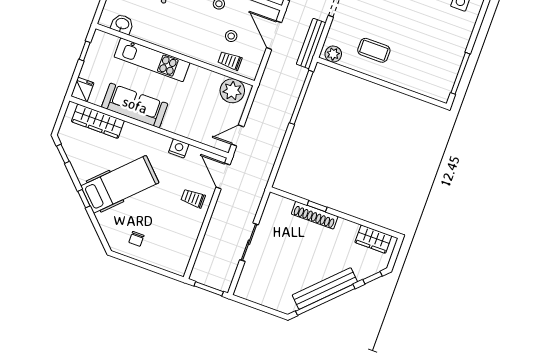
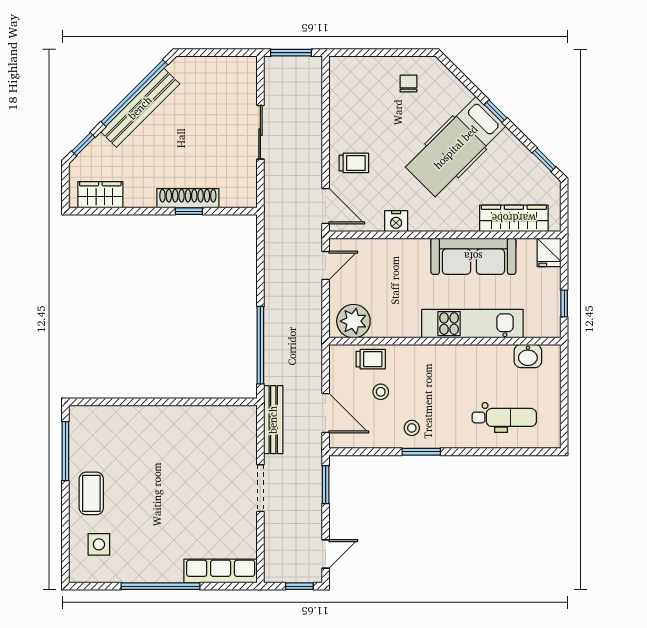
coffee table: (374, 50) -> (91, 493), moved, turned 90
plant: (333, 54) -> (240, 416), removed

